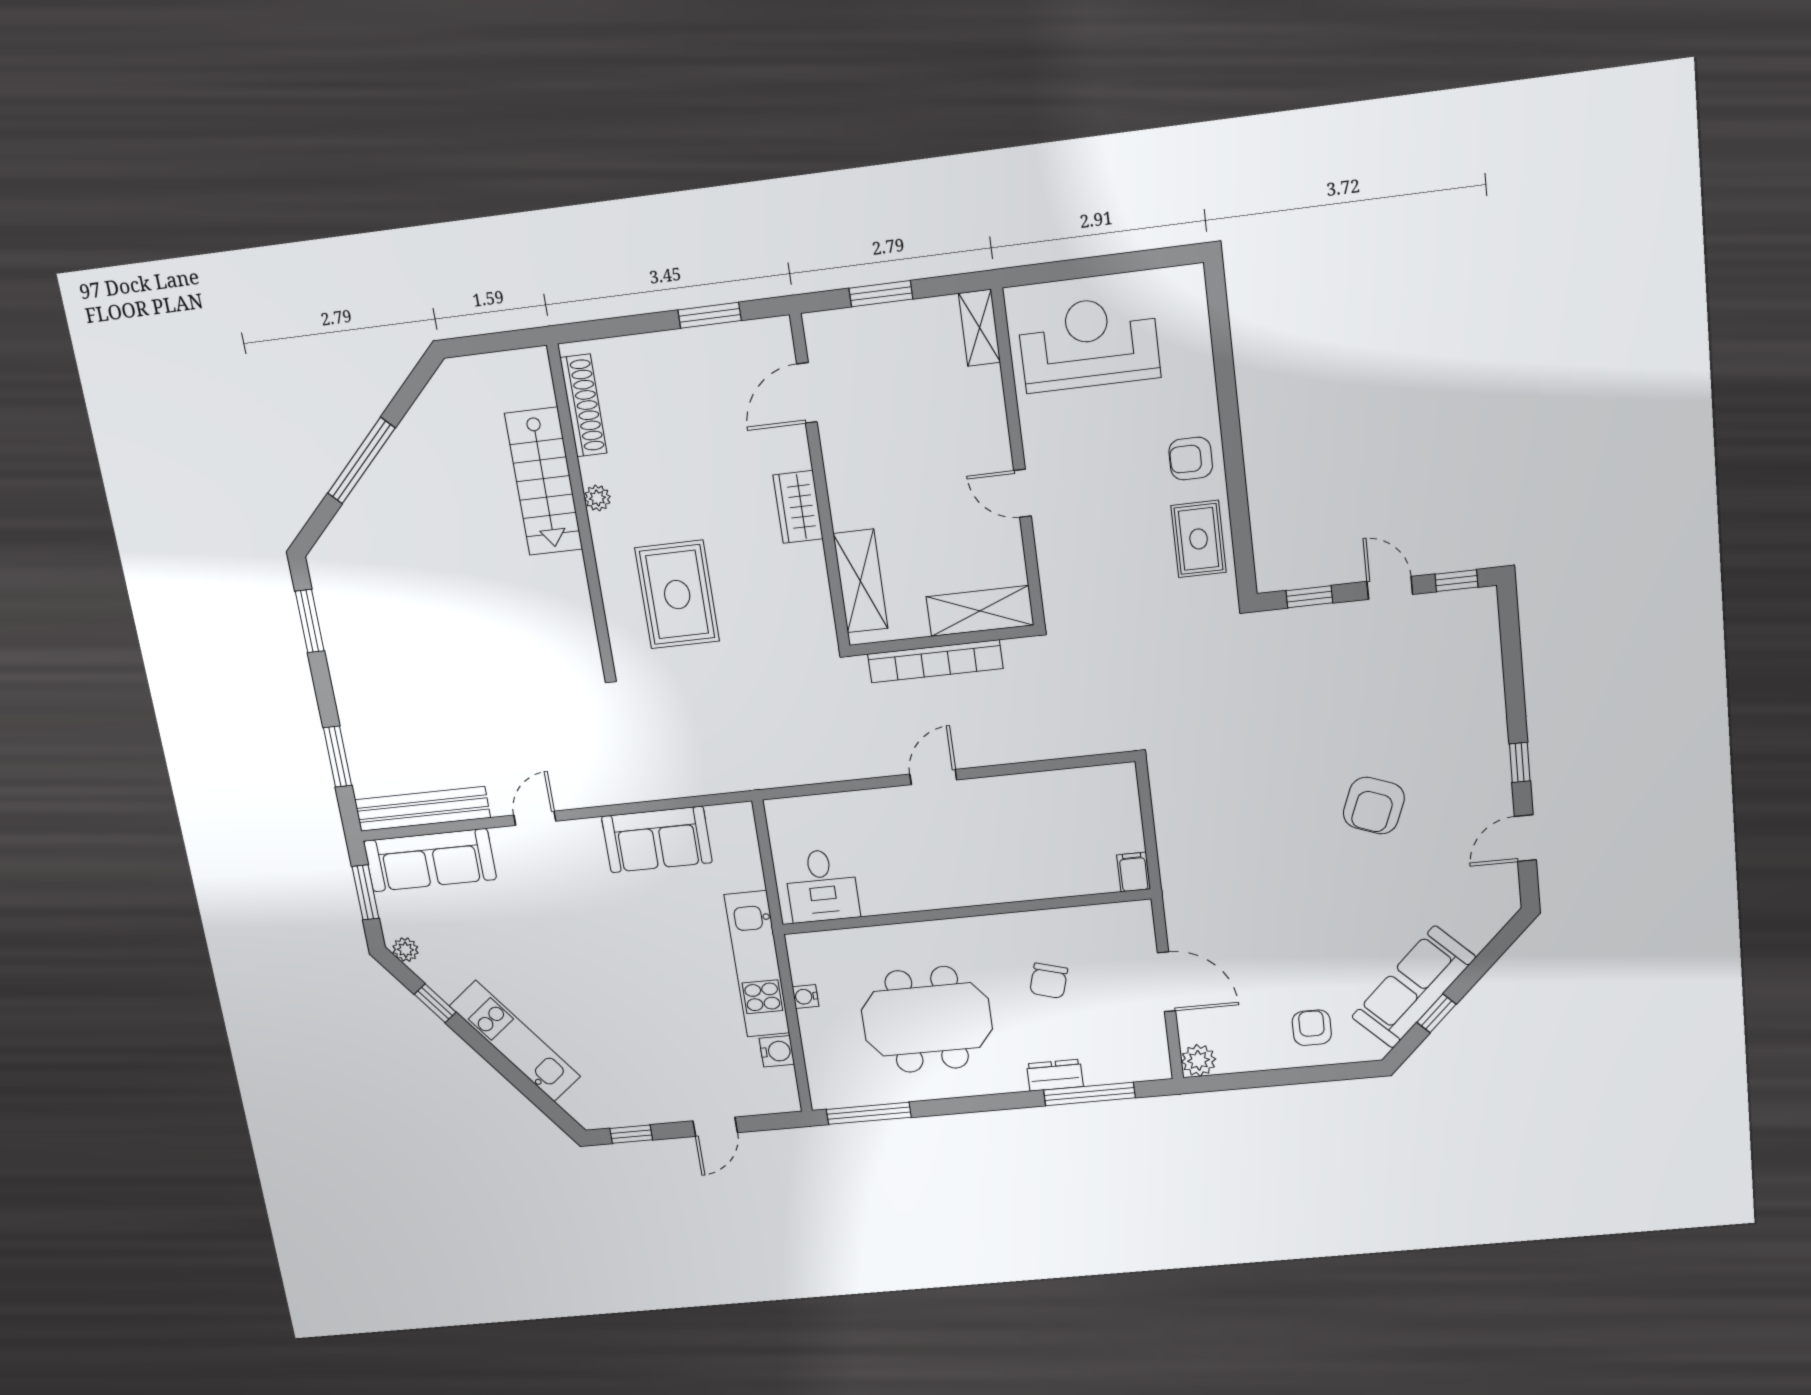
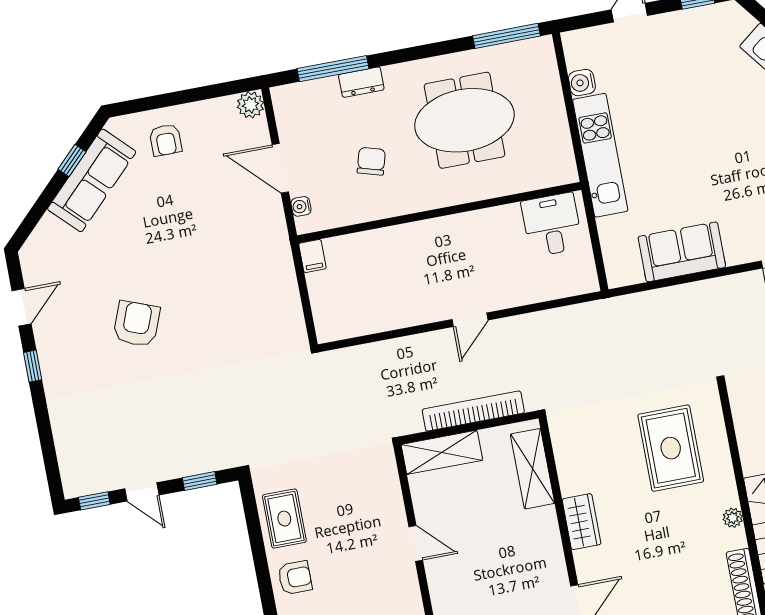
water cooler: (805, 997) -> (301, 206), moved, turned 180

